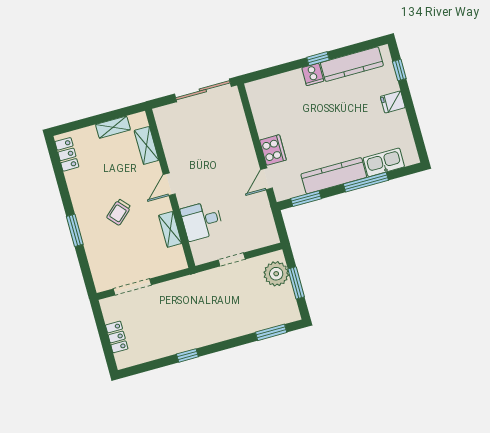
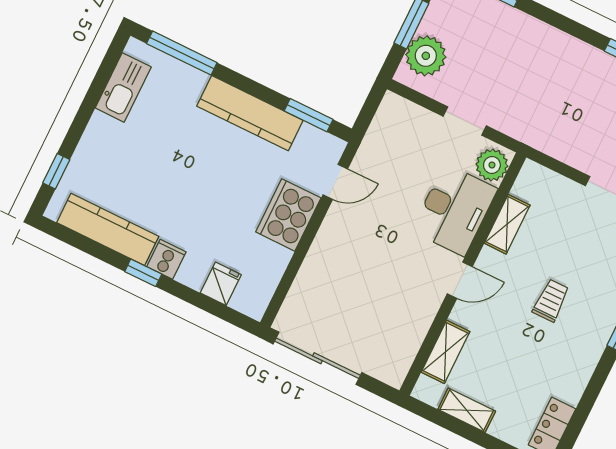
fridge: (393, 102) -> (221, 284), moved, turned -90
cooker: (273, 150) -> (288, 215), width x1.37, depth x1.31
kitchen sink: (384, 162) -> (123, 87), moved, turned -90
window: (366, 182) -> (182, 53), moved
trolley: (119, 212) -> (551, 300), turned -48
desk: (202, 221) -> (454, 210), width x1.37
plant: (201, 250) -> (492, 165), added

